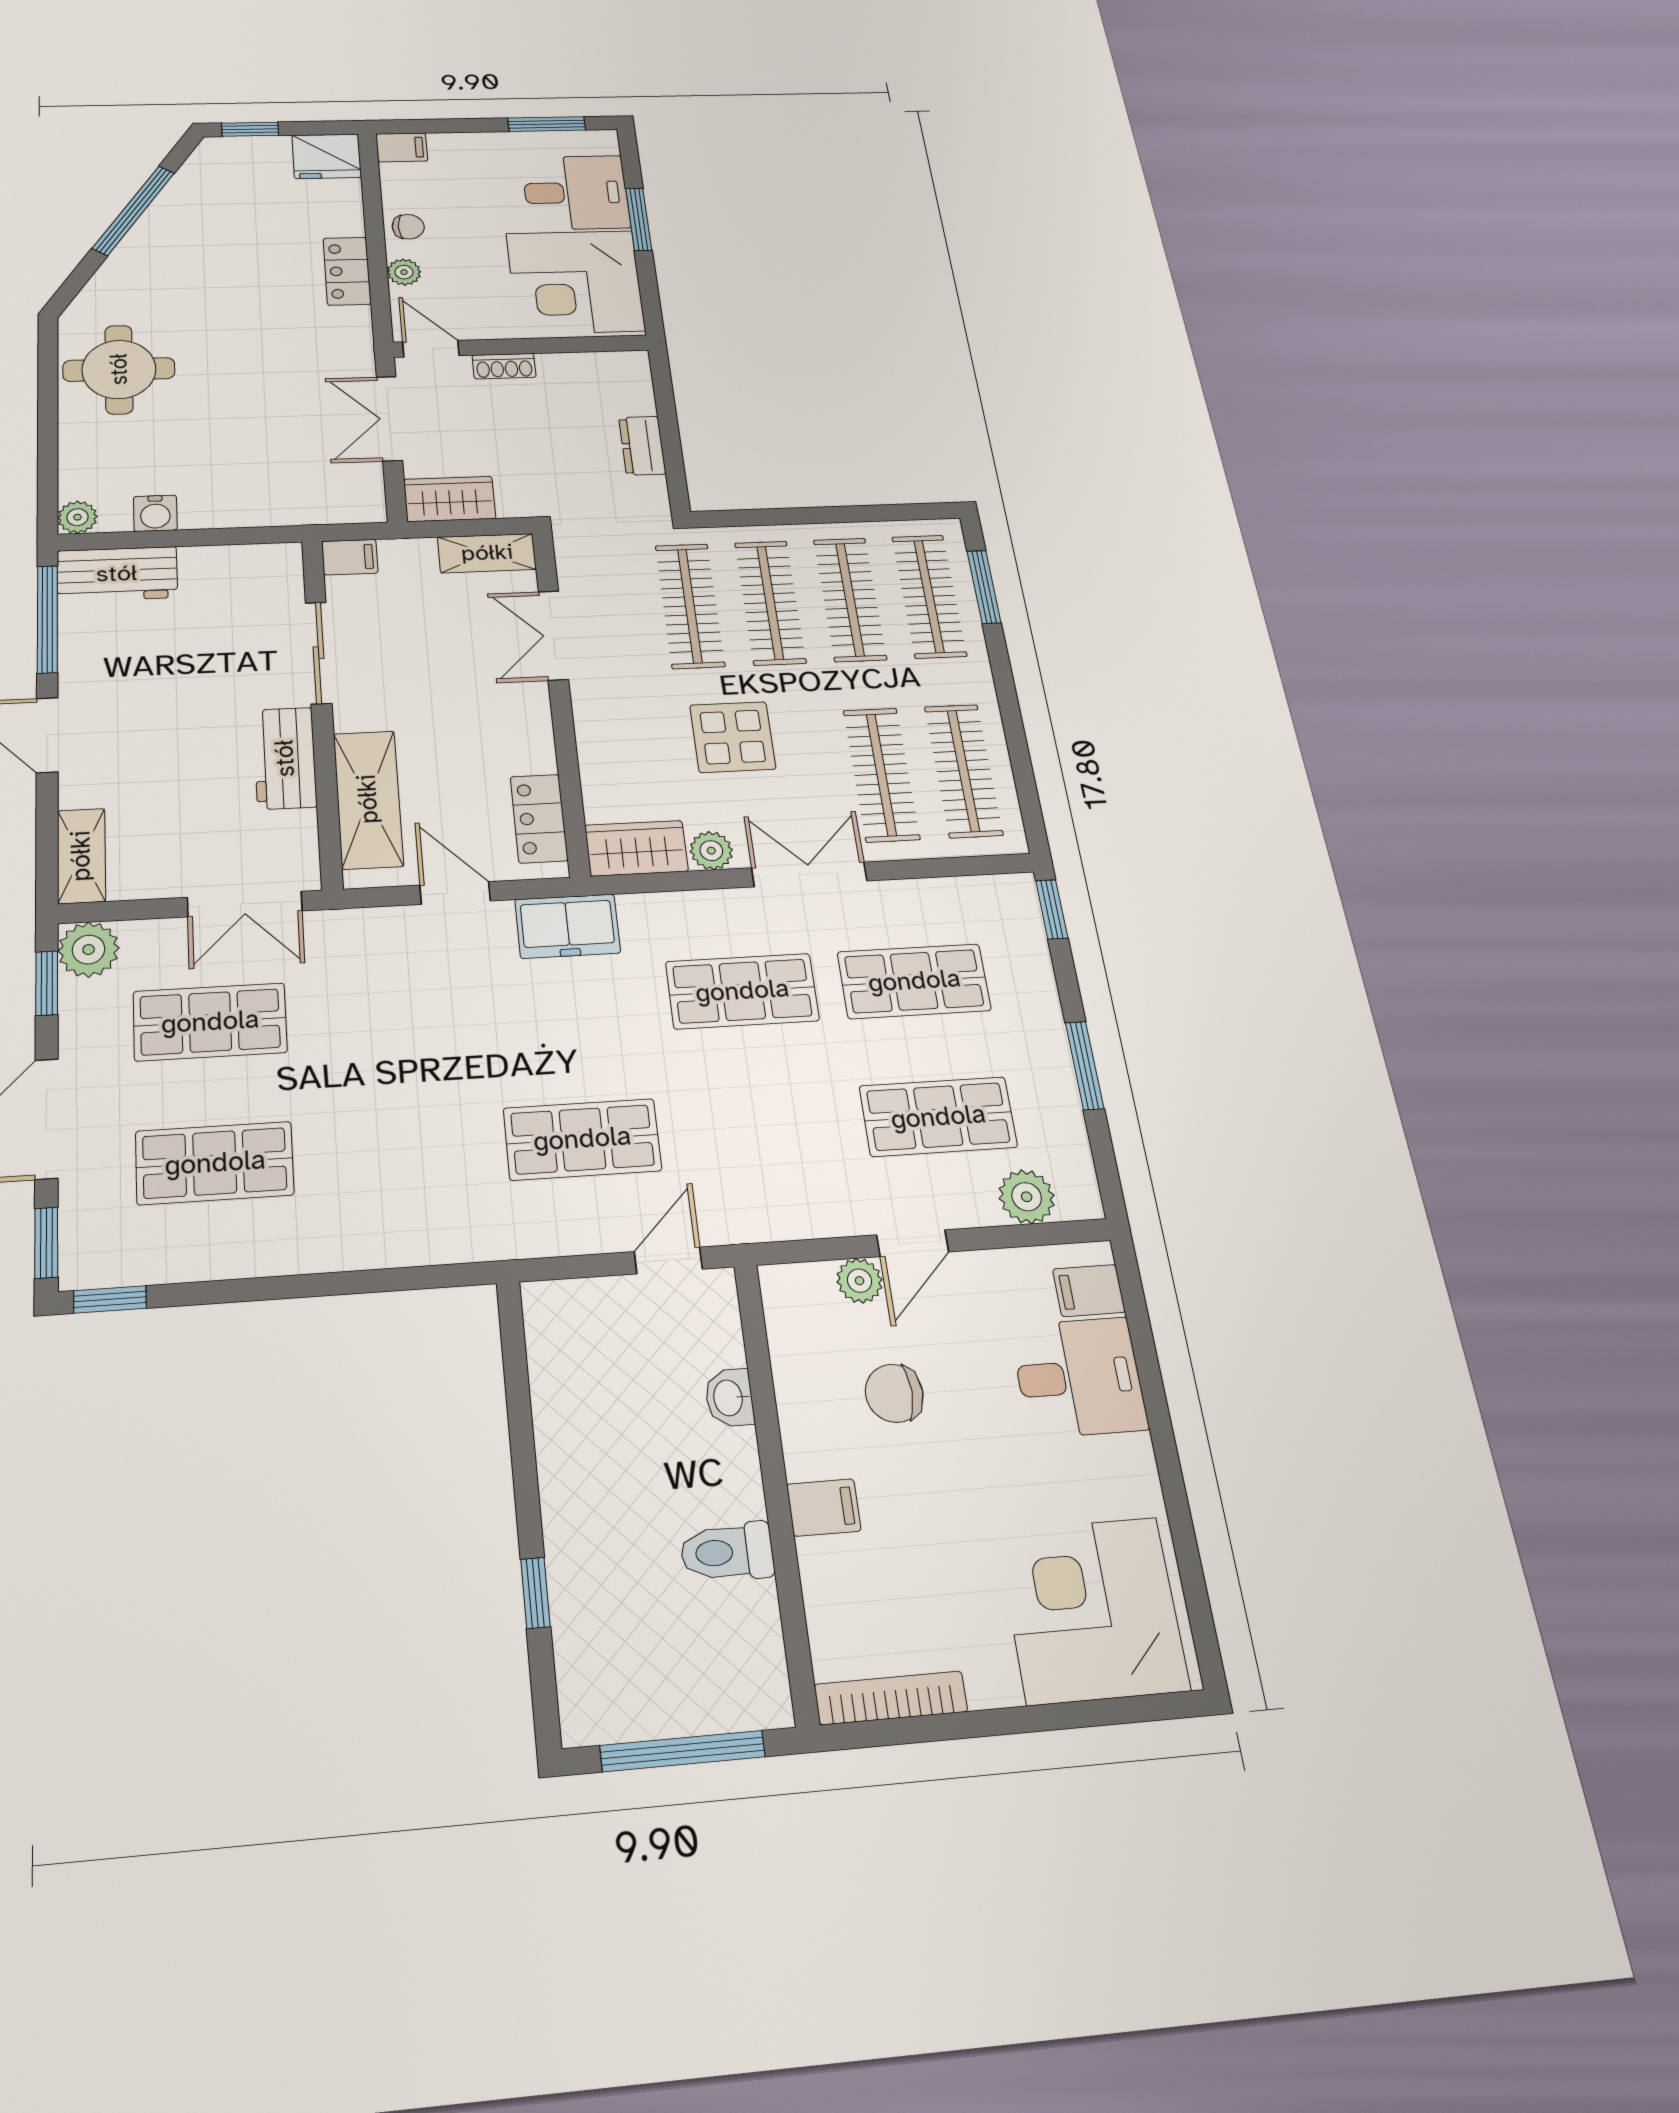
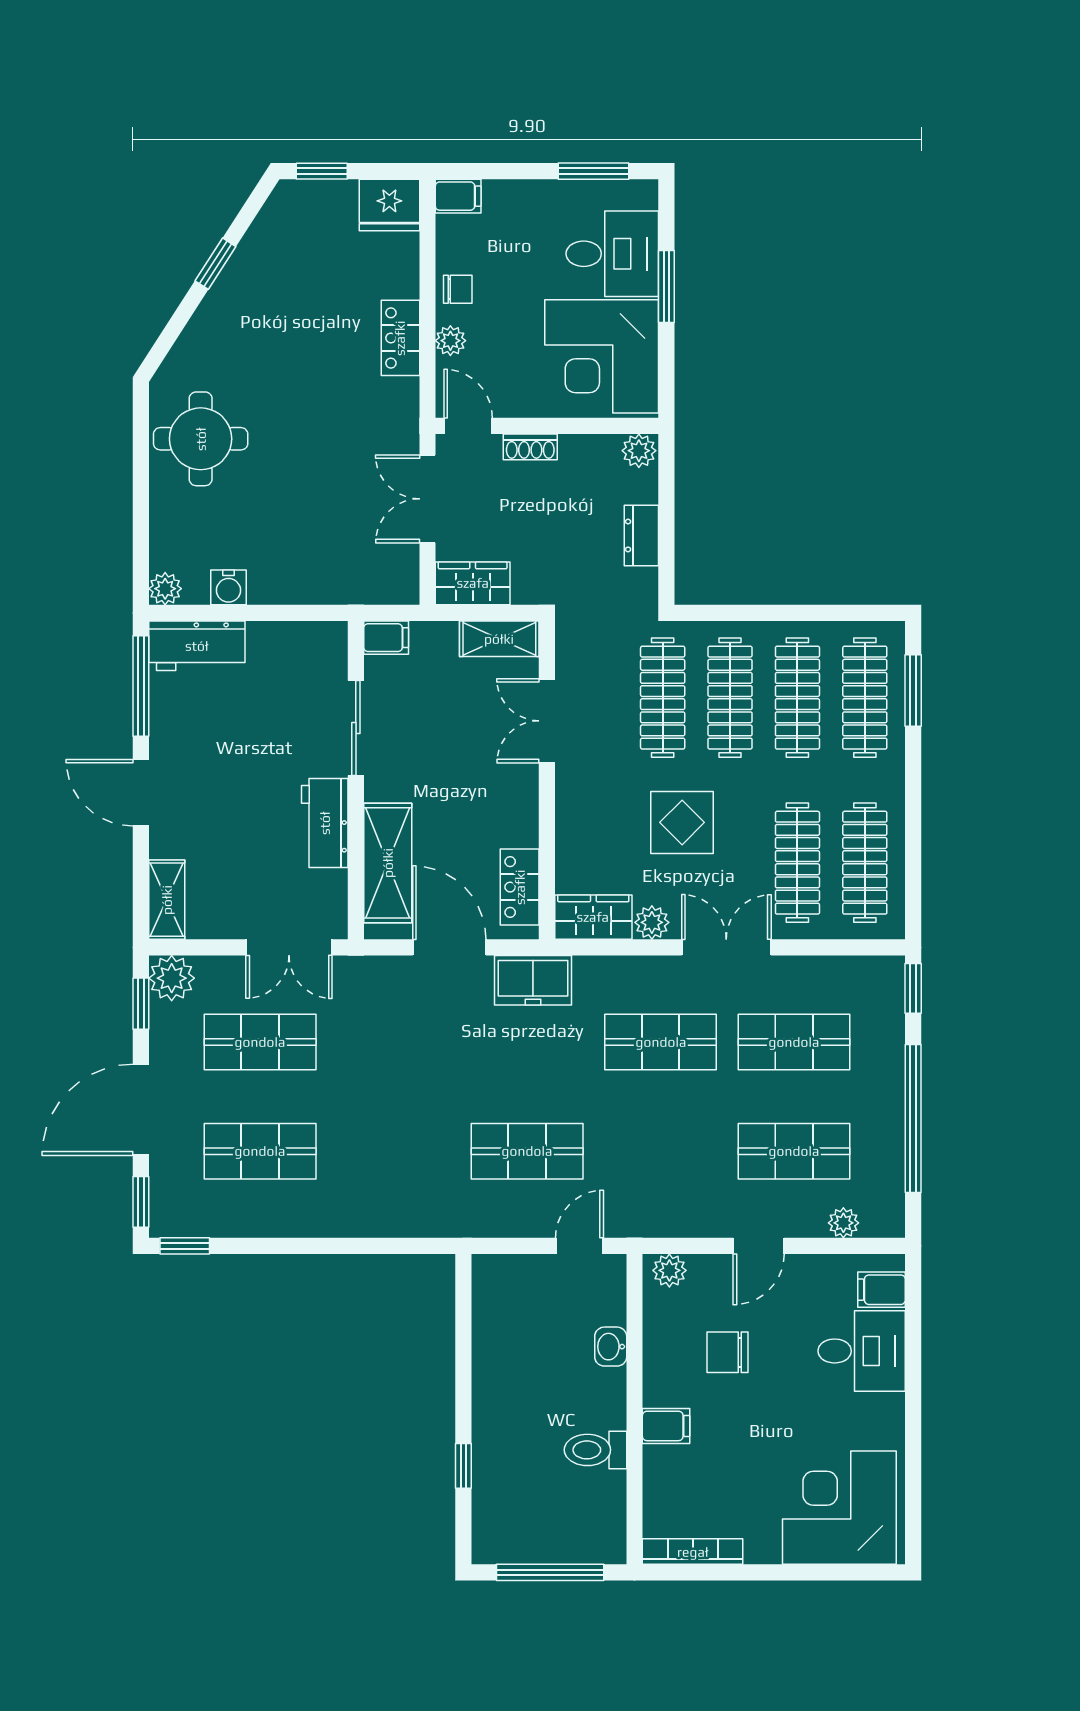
window: (133, 210) -> (215, 264), width x0.46
plant: (629, 366) -> (639, 451), added
door: (455, 893) -> (449, 947), width x1.38
window: (1085, 1066) -> (913, 1118), width x2.11
plant: (1027, 1197) -> (843, 1223), width x0.73, depth x0.73
plant: (860, 1281) -> (669, 1270), moved

